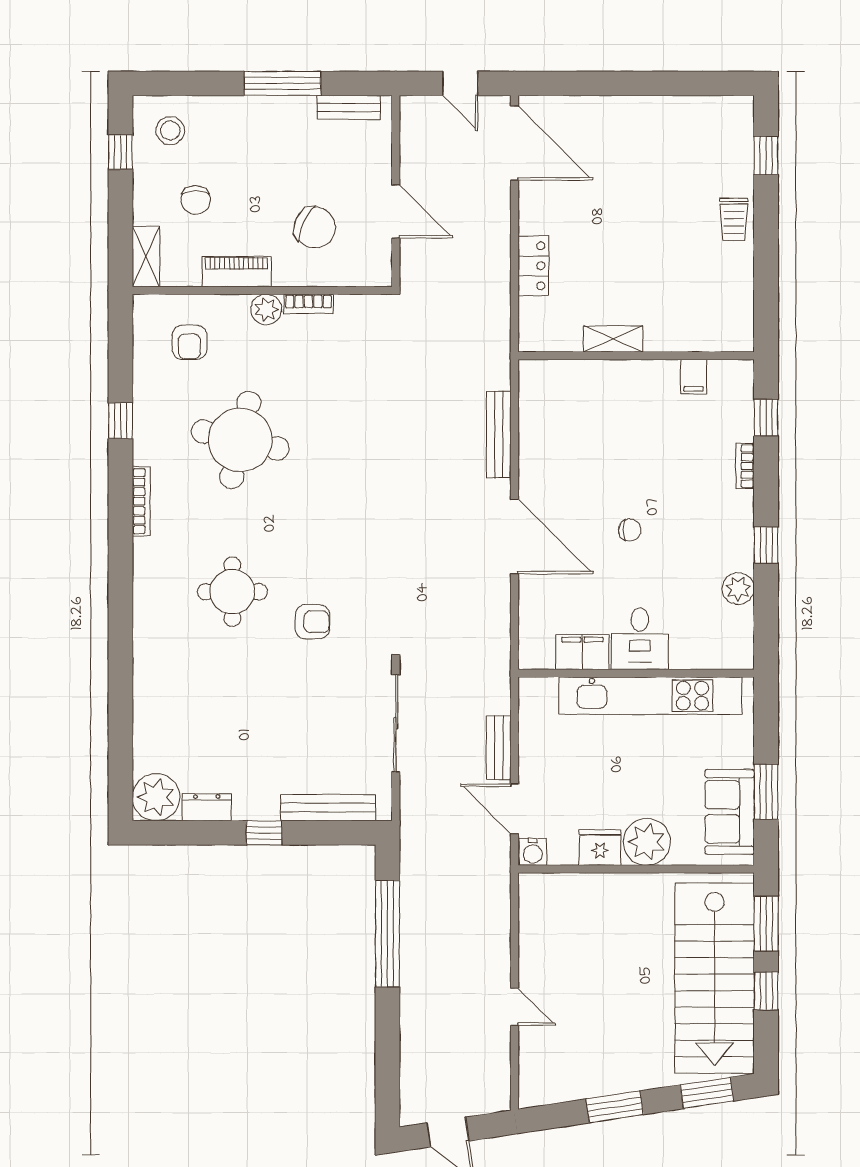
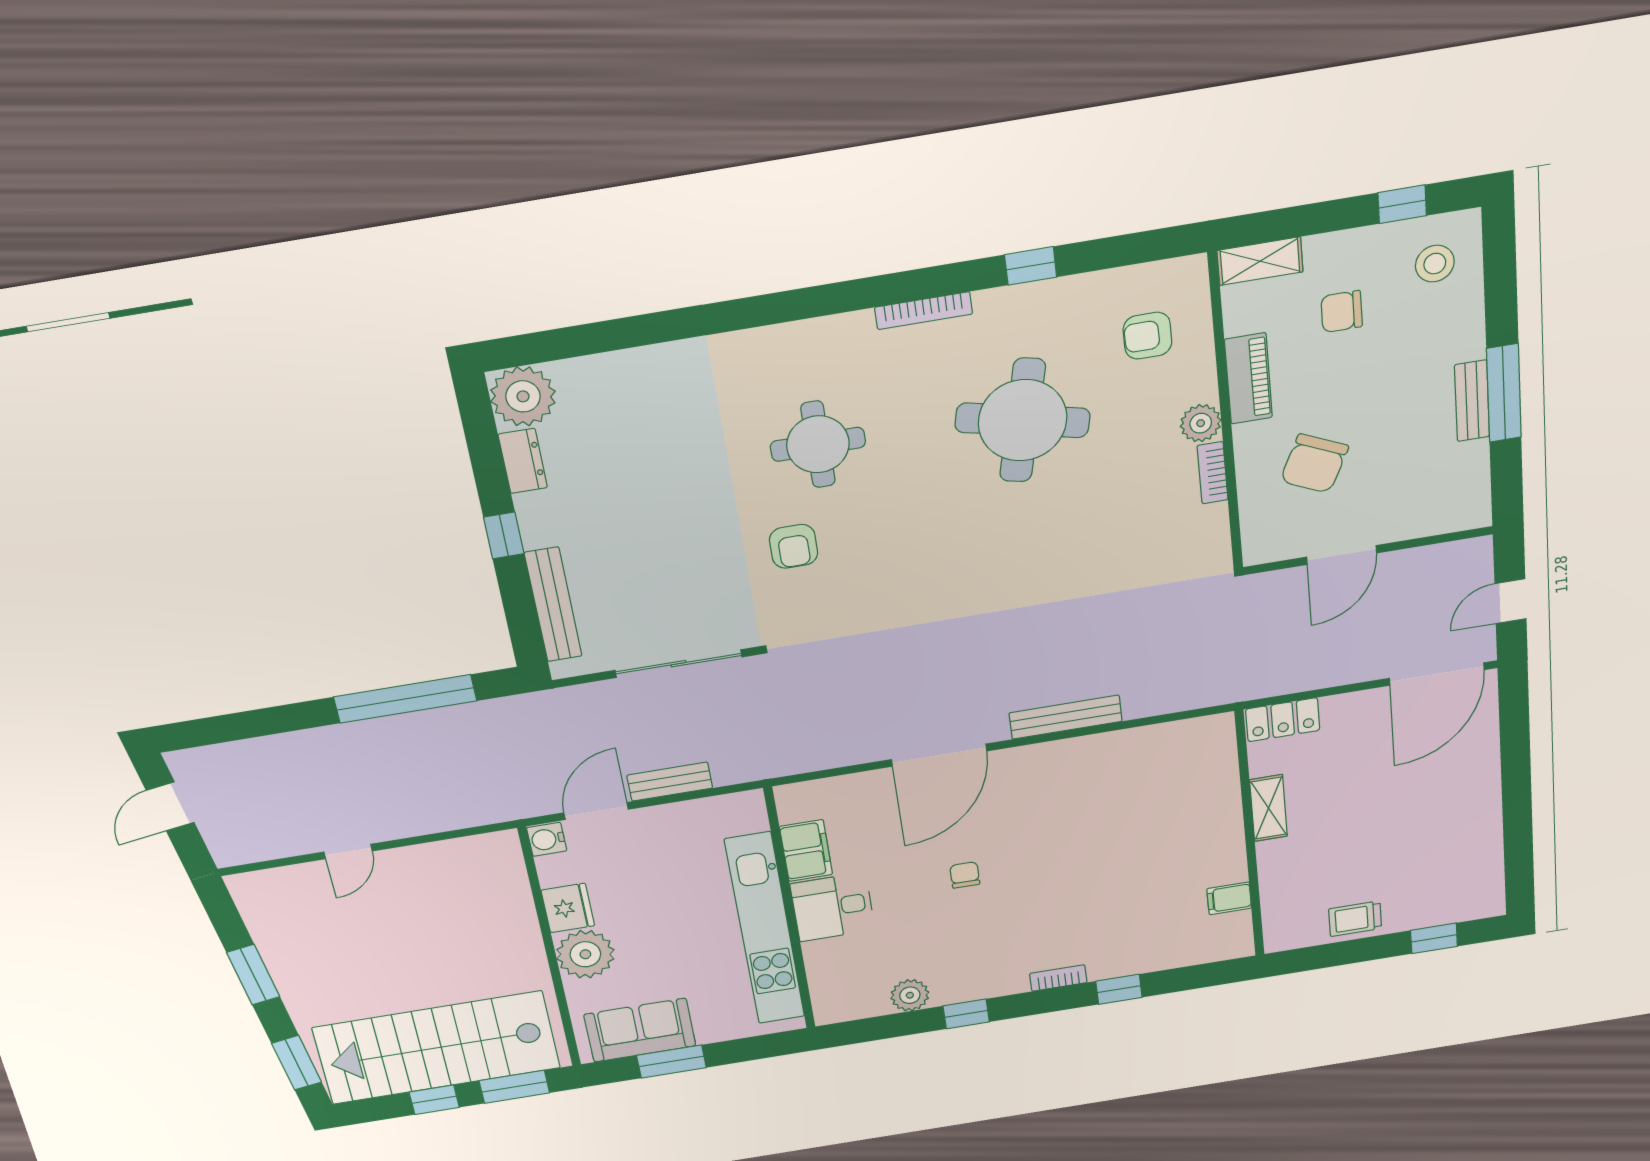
bench: (349, 107) -> (1472, 401), moved
shelving: (613, 339) -> (1268, 808), moved
wall: (636, 356) -> (1250, 835), moved
filing cabinet: (694, 377) -> (1229, 898), moved
chair: (630, 530) -> (965, 875), turned 180

